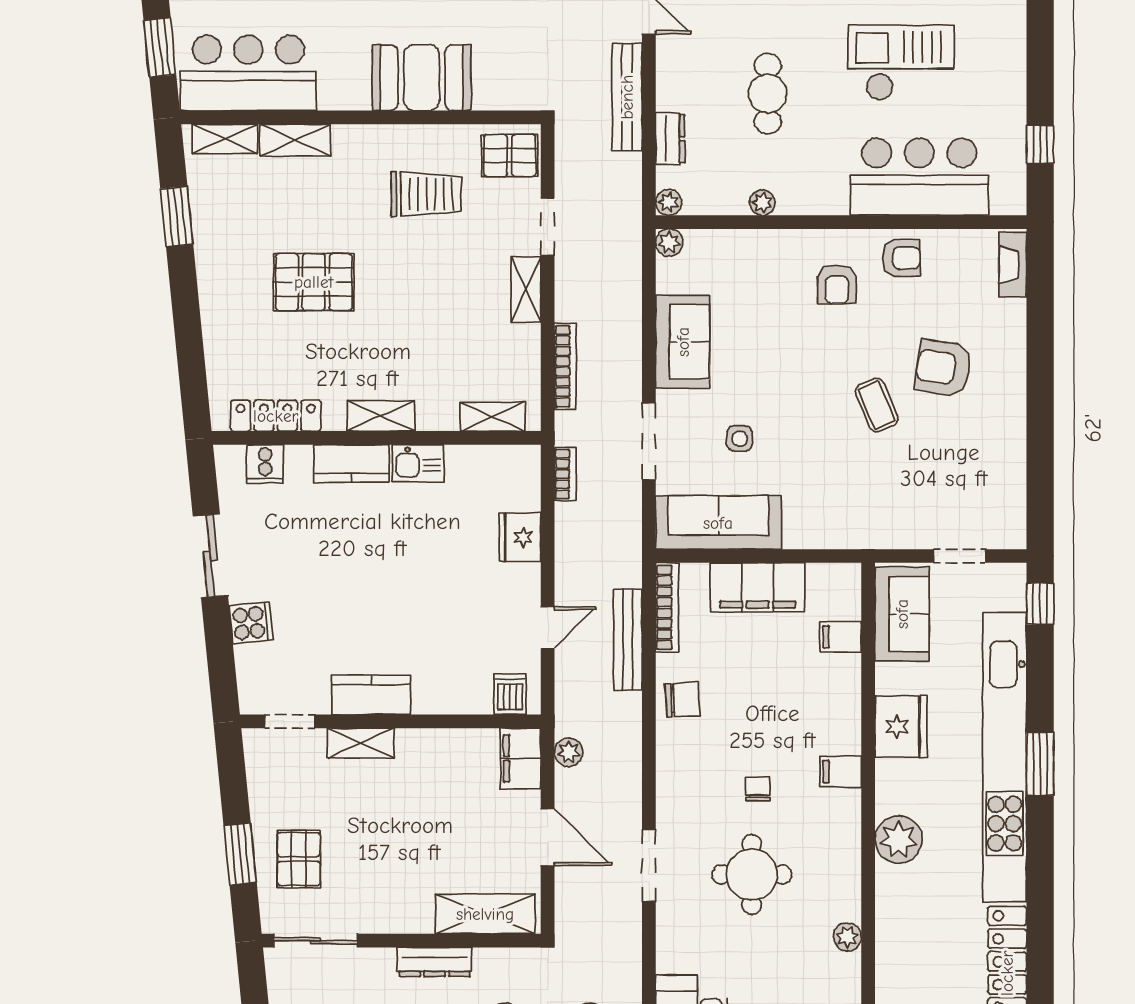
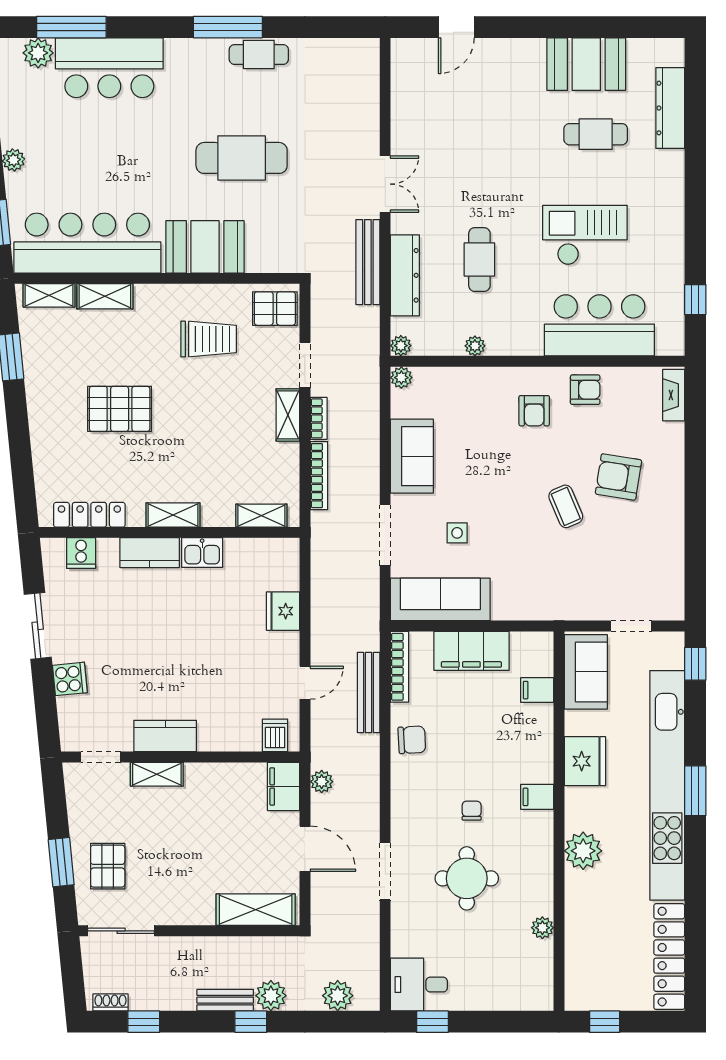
bar counter: (248, 73) -> (87, 243), width x1.36
dresser: (670, 139) -> (405, 275), width x1.96, depth x1.24
bookcase: (565, 474) -> (319, 418), moved
dresser: (435, 962) -> (215, 948), removed

